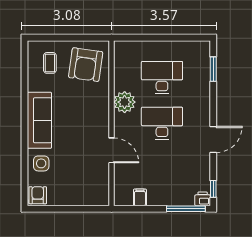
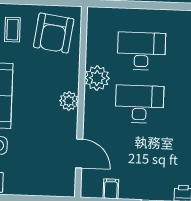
plant: (101, 123) -> (69, 101), added
door: (112, 150) -> (79, 154), moved

